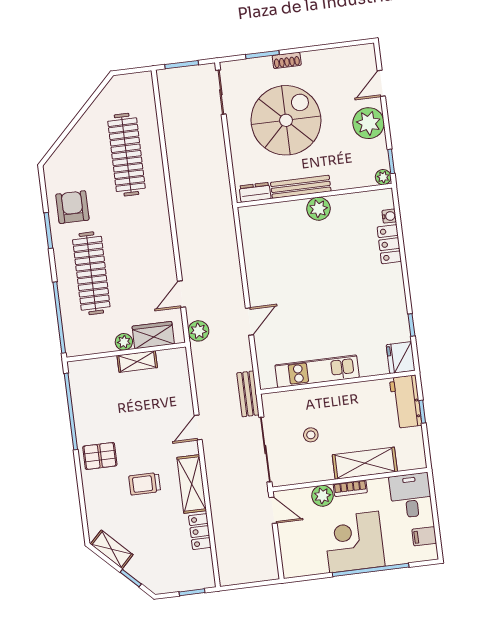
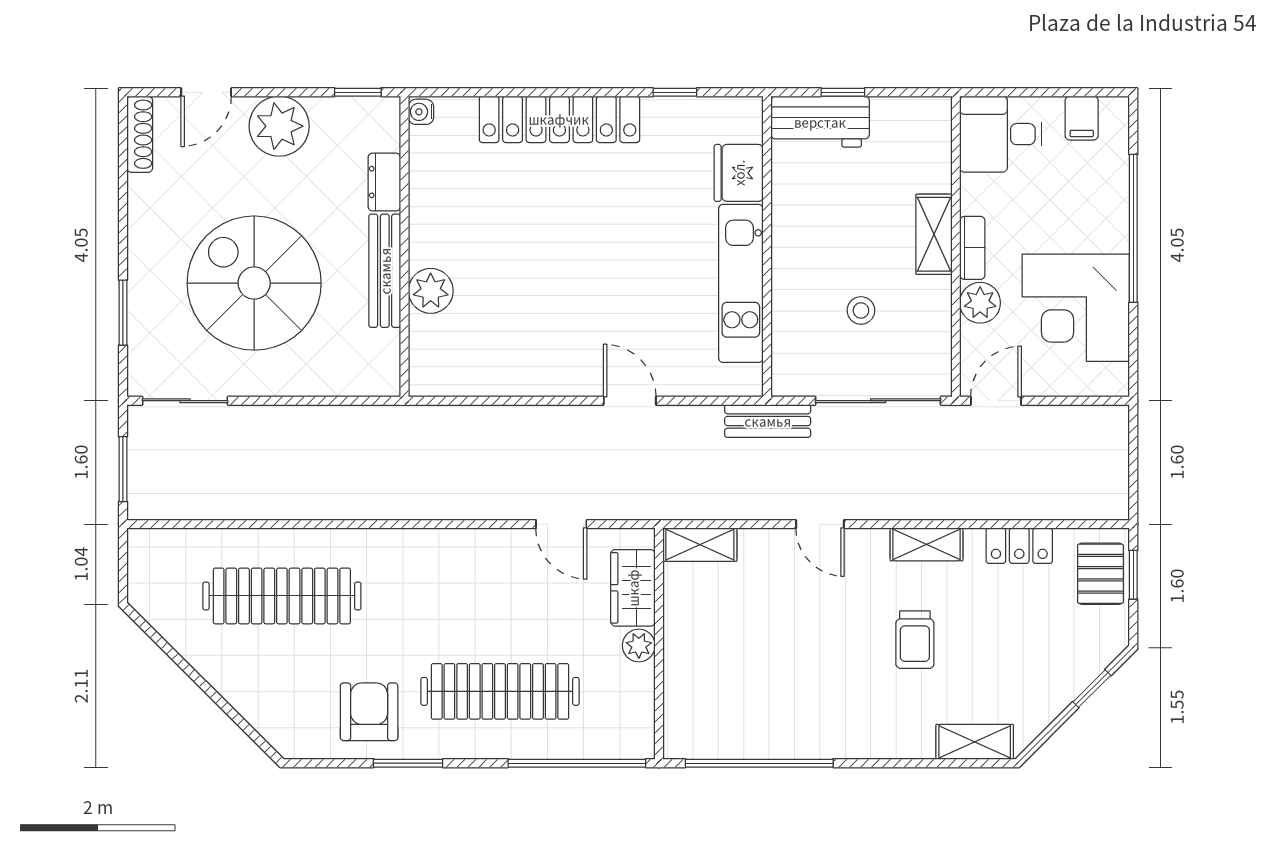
shoe rack: (287, 60) -> (140, 134), moved, width x1.43
door: (381, 83) -> (206, 92), hinge flipped
plant: (383, 177) -> (386, 111), removed
dresser: (255, 192) -> (384, 182), moved
armchair: (72, 207) -> (369, 712), turned 90
plant: (318, 209) -> (431, 291), moved
water cooler: (389, 216) -> (421, 112), moved, turned -90
locker: (389, 244) -> (559, 119), width x2.16, depth x1.21
plant: (198, 331) -> (636, 500), removed
fridge: (401, 358) -> (739, 173), moved, turned 90
shelving: (137, 362) -> (700, 545), moved, turned 90
pallet: (100, 456) -> (1100, 574), moved
shelving: (365, 463) -> (934, 234), width x0.67, depth x0.75
shelving: (192, 484) -> (926, 544), width x0.67, depth x0.75
corner desk: (354, 542) -> (1076, 308), moved
shelving: (112, 549) -> (975, 742), moved, turned 45

